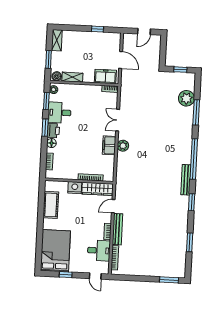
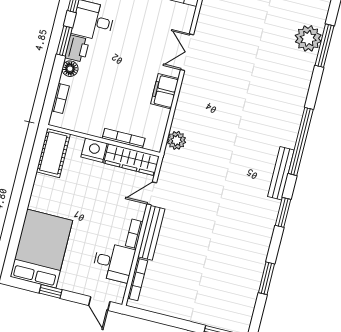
window: (196, 112) -> (325, 46), moved
plant: (123, 146) -> (177, 140), moved
cot: (51, 205) -> (53, 153), moved

